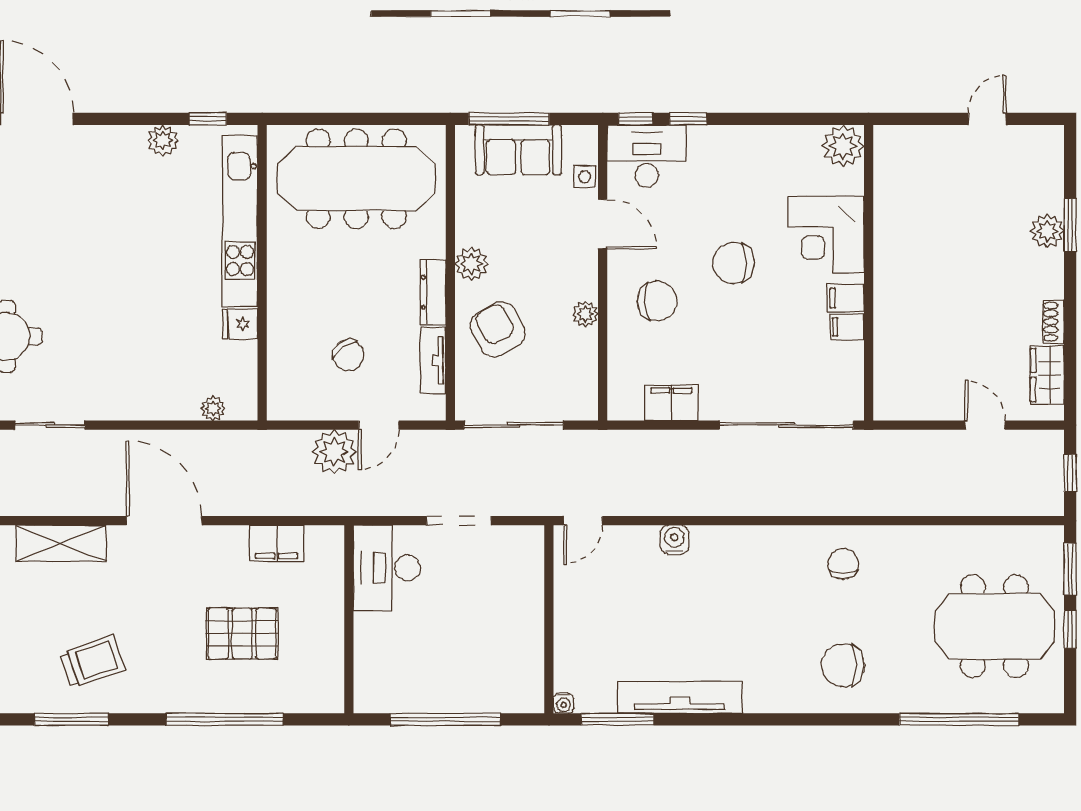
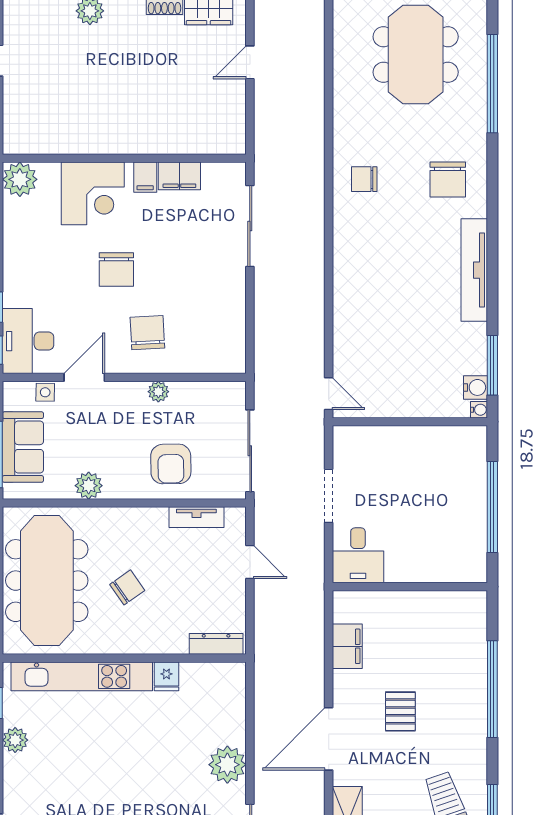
plant: (471, 264) -> (89, 486), moved
dresser: (433, 292) -> (216, 644), moved, turned 180
filing cabinet: (847, 327) -> (179, 176), width x2.00
armchair: (498, 329) -> (171, 464), turned -62
chair: (349, 355) -> (127, 587), moved
filing cabinet: (671, 403) -> (232, 321), removed
plant: (213, 409) -> (227, 765), moved, width x1.88, depth x1.88
sliding door: (786, 425) -> (250, 226), width x0.73
plant: (334, 452) -> (272, 599), removed
water cooler: (674, 540) -> (476, 387), moved, turned 180
desk: (387, 568) -> (358, 555), width x0.73
pallet: (242, 634) -> (400, 711), moved, width x0.67, depth x0.71
tv unit: (680, 697) -> (474, 270), moved

